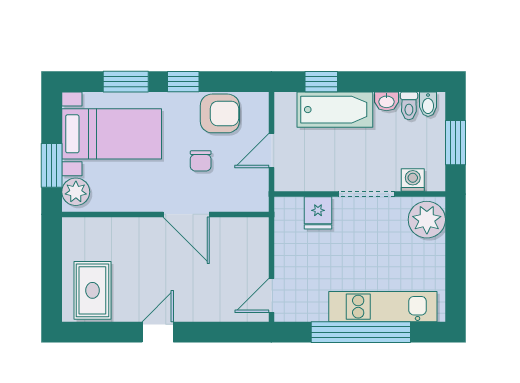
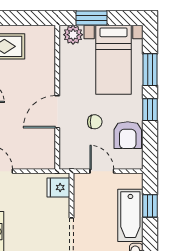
chair: (201, 161) -> (95, 122), turned 180
fridge: (318, 213) -> (58, 187), moved

